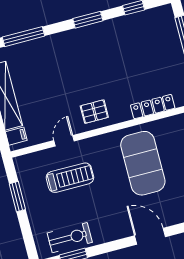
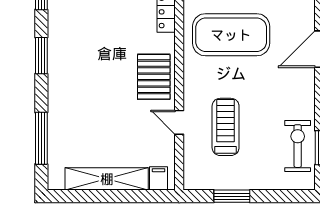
pallet: (94, 112) -> (154, 77), width x1.50, depth x1.42

